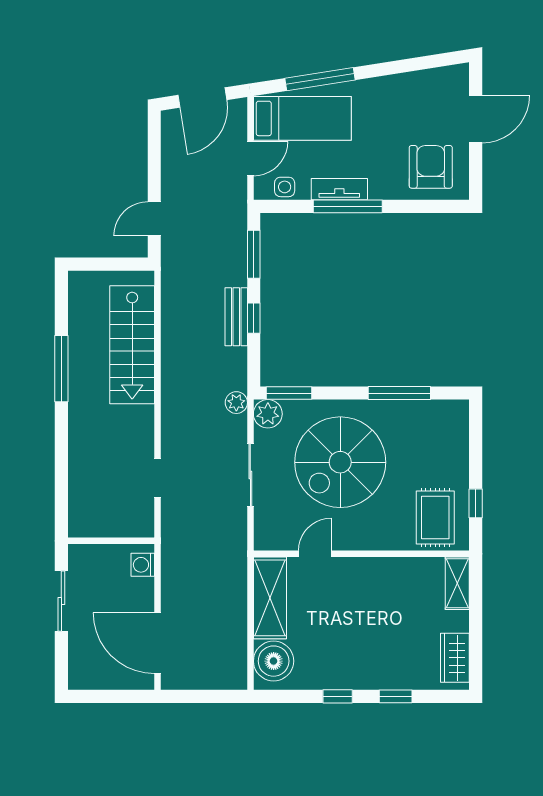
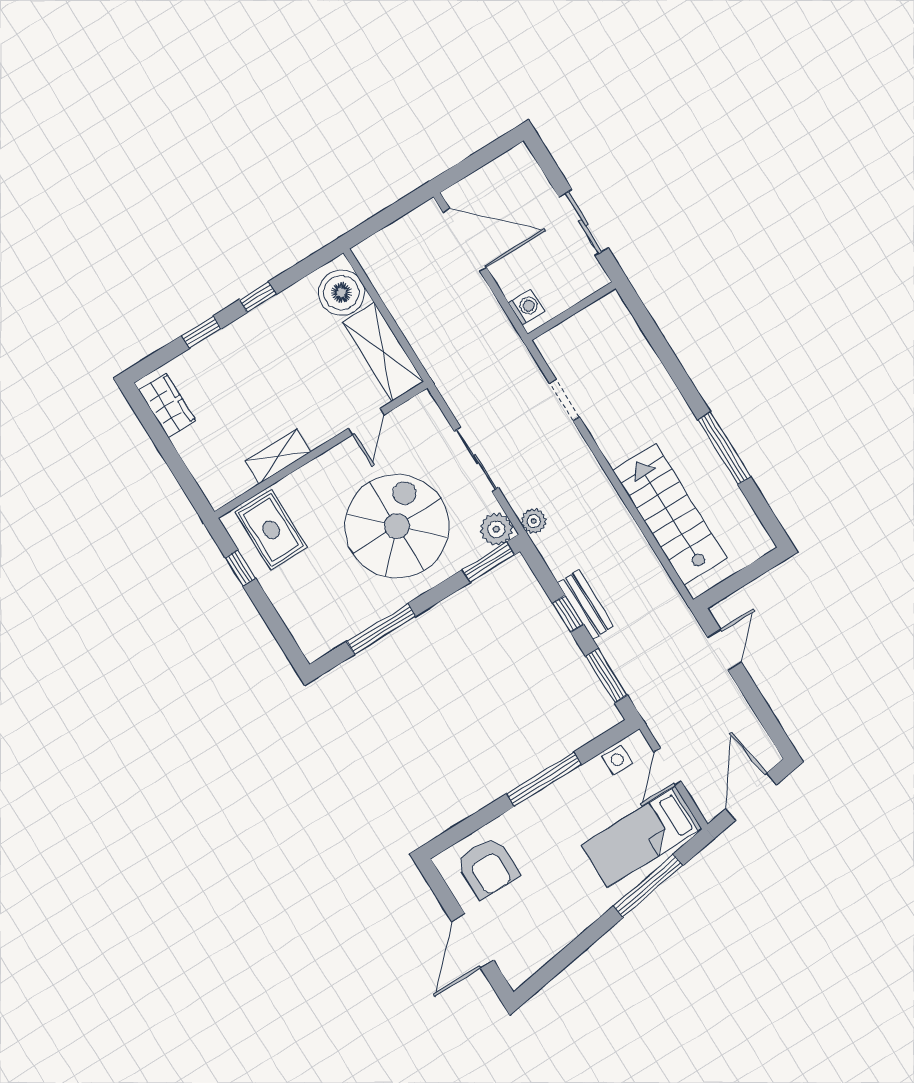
tv unit: (339, 189) -> (563, 791), removed
shelving: (457, 583) -> (278, 456), moved, turned 90

